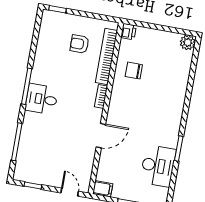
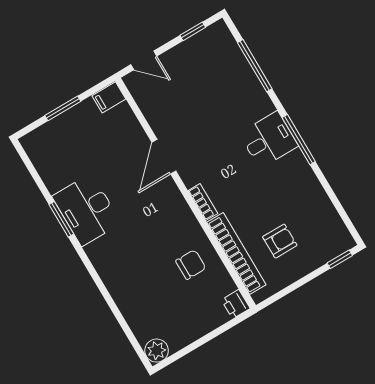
desk: (158, 166) -> (87, 210), moved

